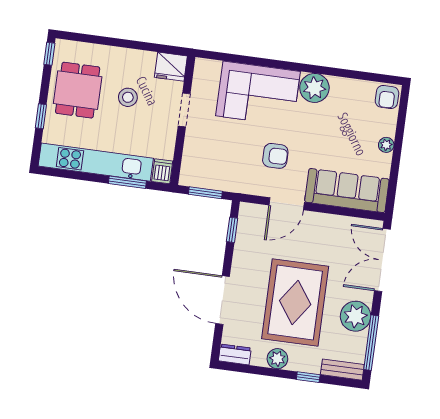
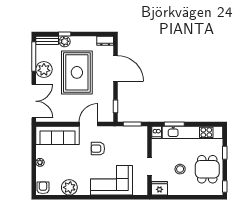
plant: (314, 88) -> (69, 187), moved
plant: (277, 359) -> (65, 41), moved

